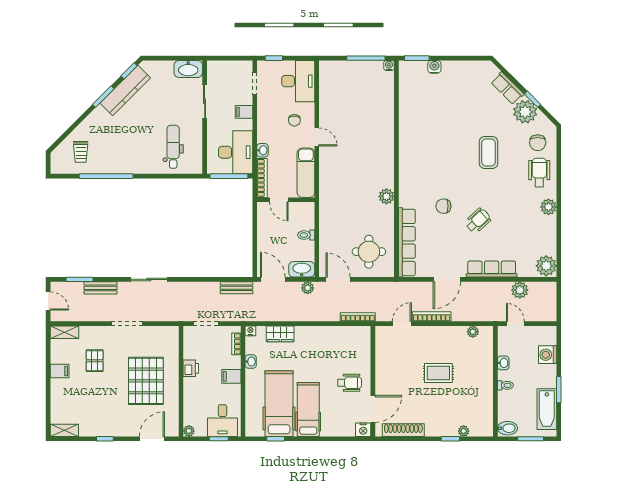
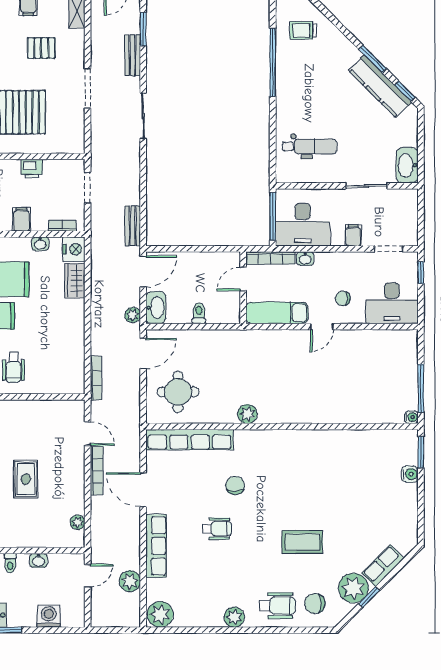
wheelchair: (478, 221) -> (217, 529), turned -48
nightstand: (250, 331) -> (74, 249), width x1.89, depth x1.79

